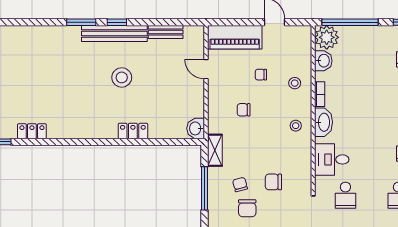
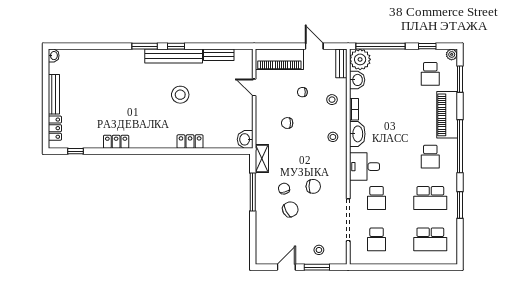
bench: (305, 42) -> (341, 64), added
locker: (32, 131) -> (116, 142), moved
chair: (273, 182) -> (313, 186), turned 180
chair: (247, 208) -> (290, 209), turned -119

